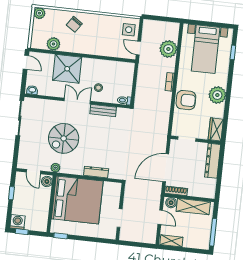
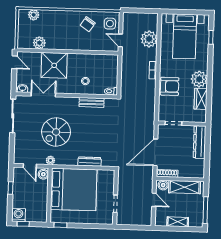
plant: (39, 13) -> (34, 15), moved
chair: (74, 24) -> (88, 24), moved
double door: (77, 101) -> (43, 95), moved
wardrobe: (216, 129) -> (201, 99), moved
shelving: (171, 241) -> (178, 222), moved

